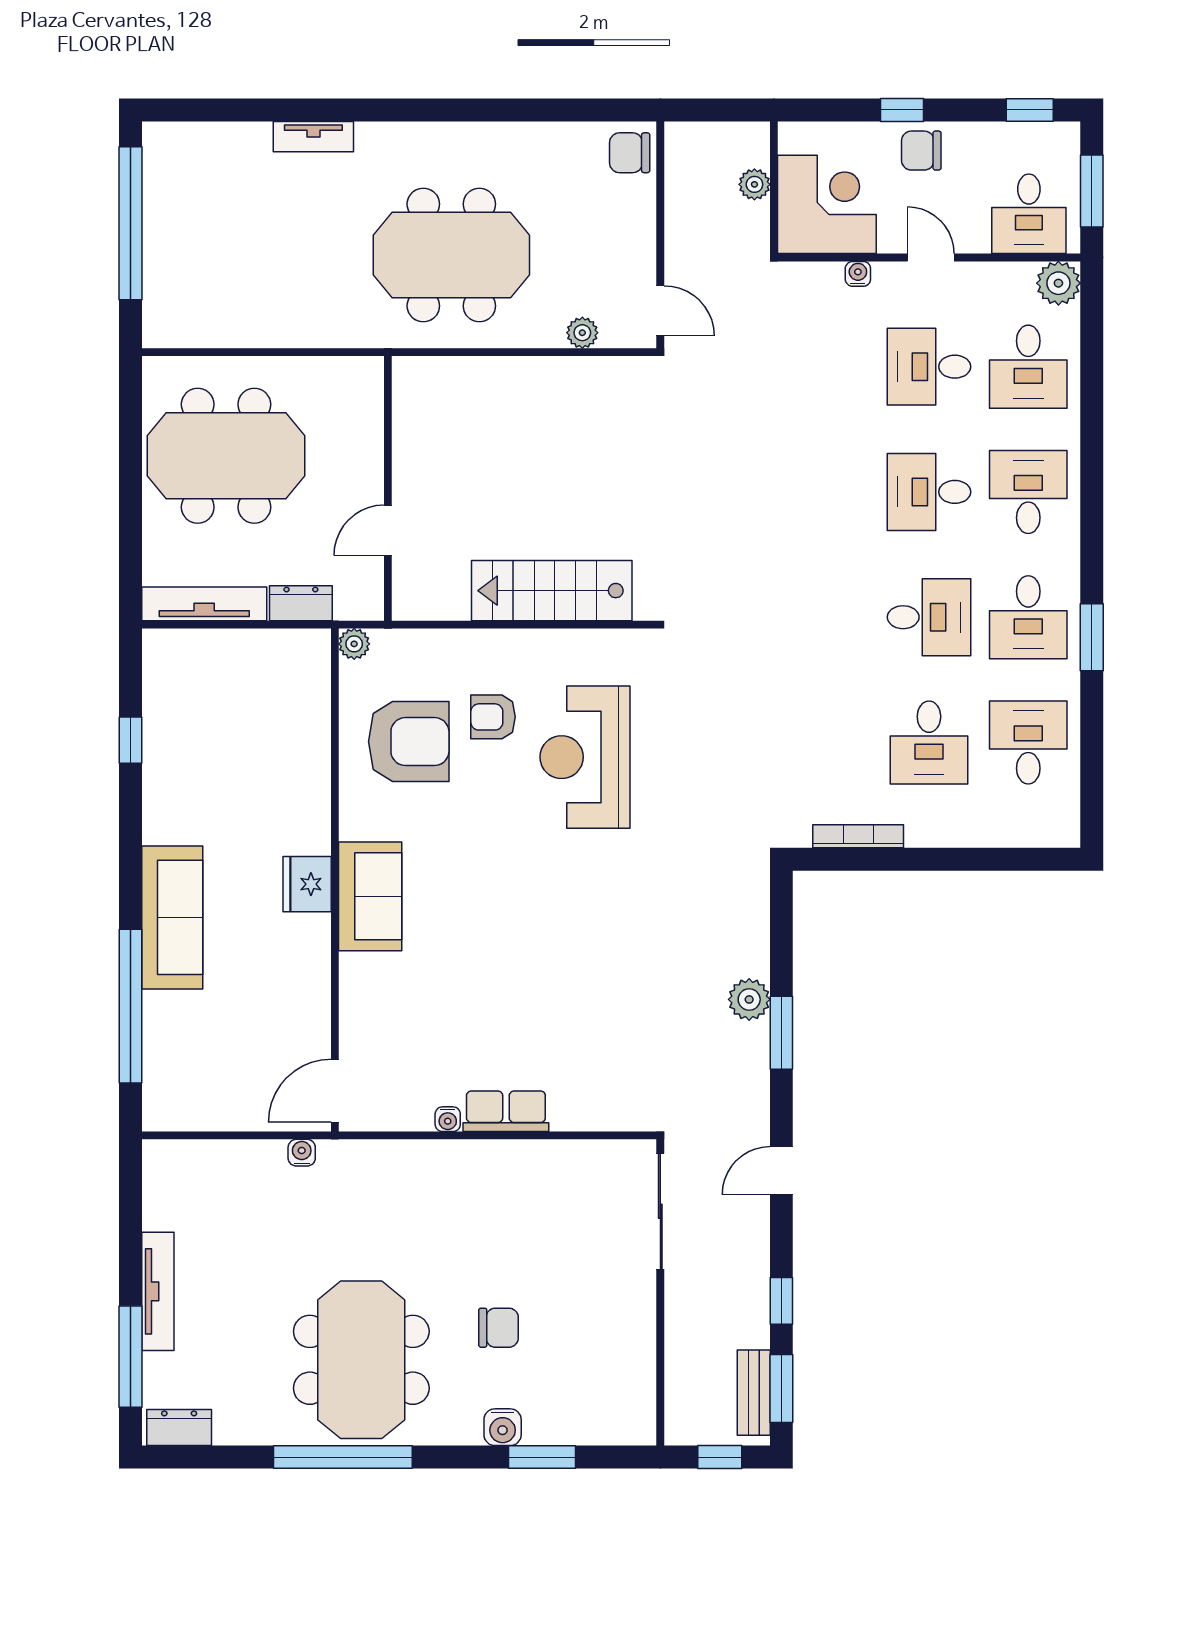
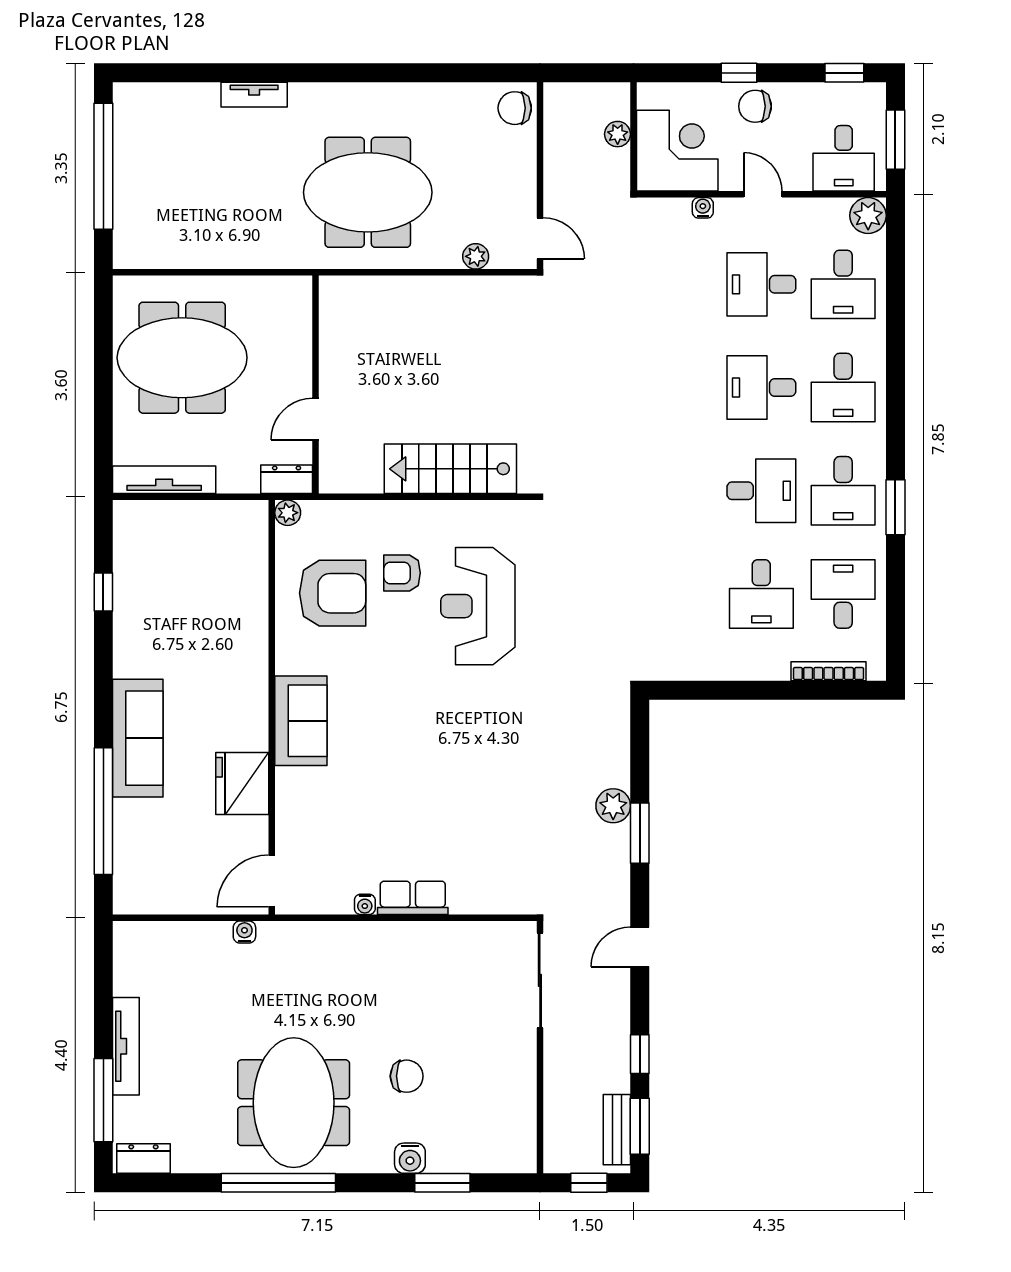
desk: (1028, 492) -> (843, 388), turned 180
dresser: (301, 603) -> (287, 479), moved
bookcase: (858, 836) -> (829, 671), moved
fridge: (307, 884) -> (242, 783), moved, width x1.36, depth x1.34

